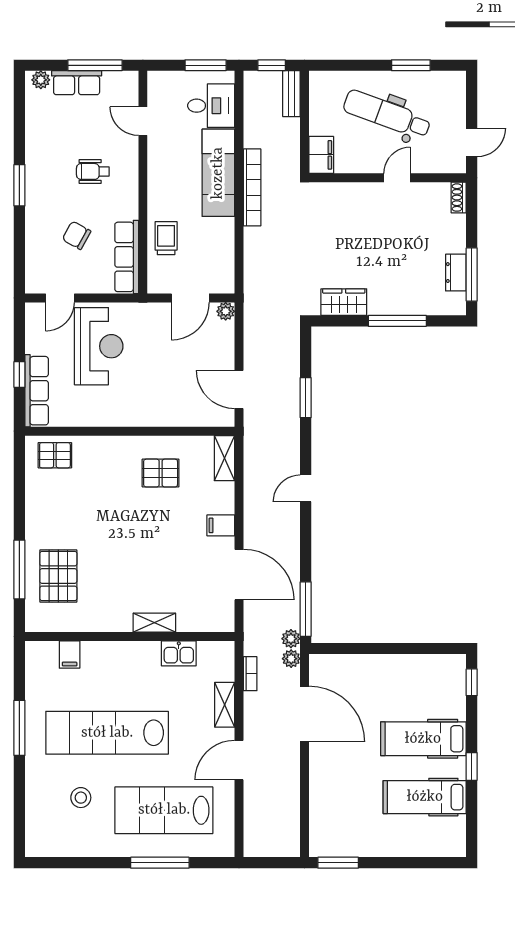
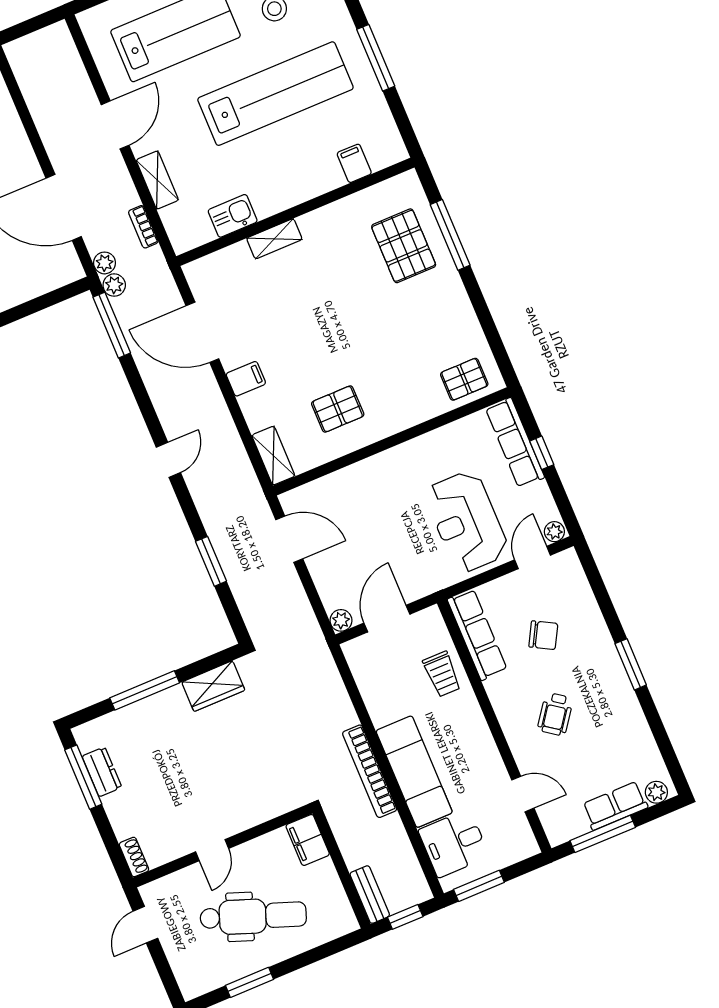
wheelchair: (93, 171) -> (555, 714), turned 126
plant: (35, 311) -> (554, 532), added

